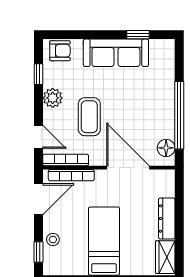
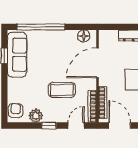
sofa: (116, 53) -> (17, 55), moved
window: (38, 74) -> (49, 126), moved
plant: (53, 98) -> (36, 116), moved
window: (179, 115) -> (41, 27), moved

